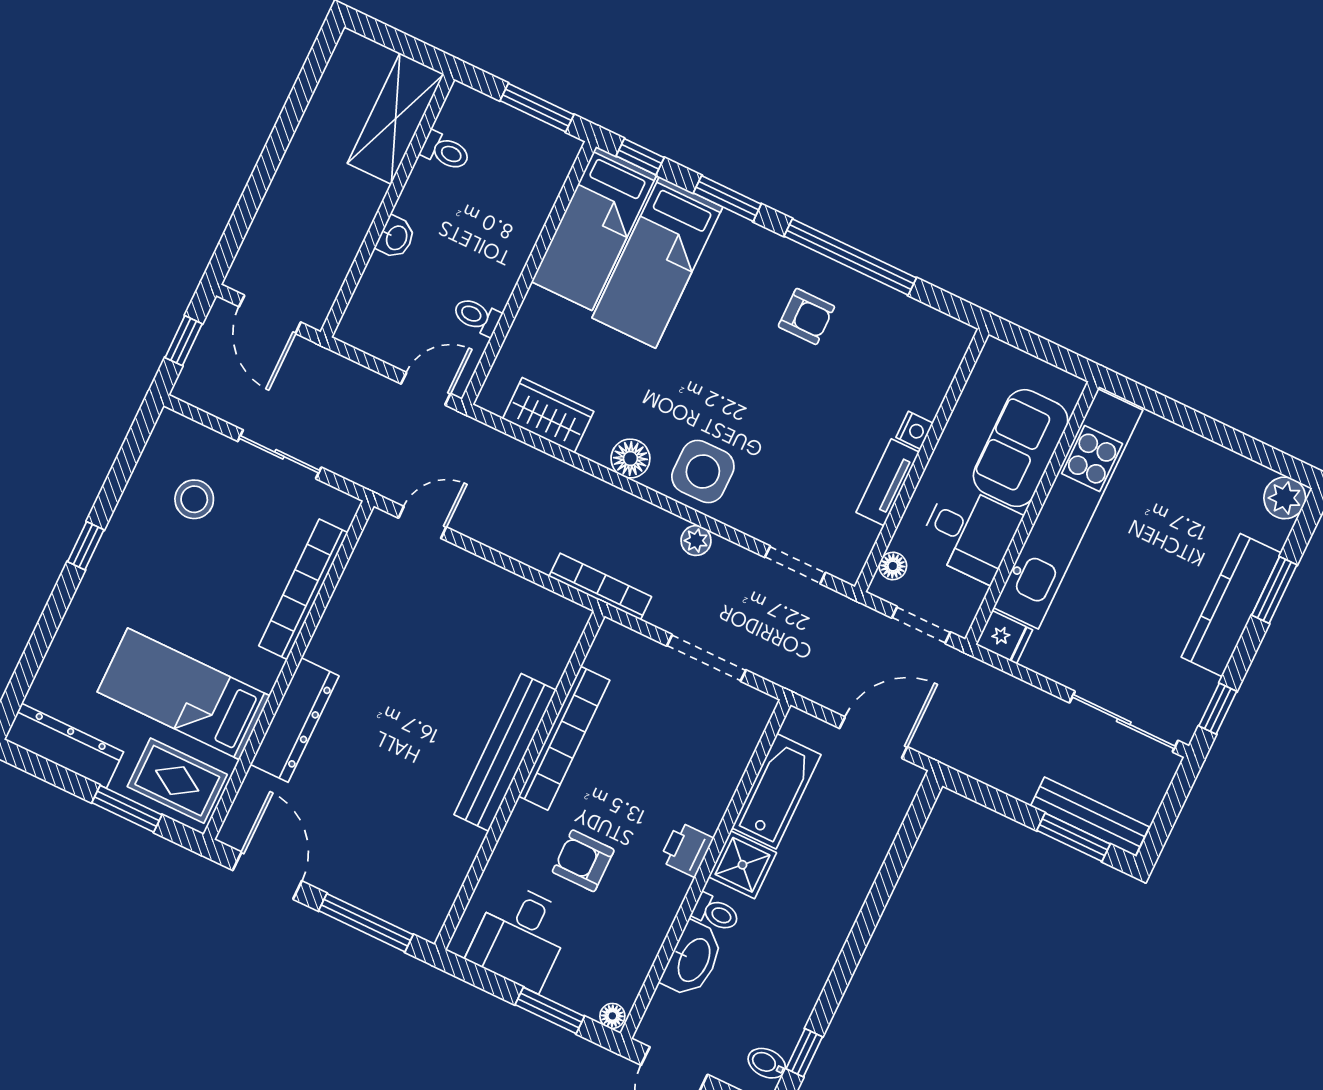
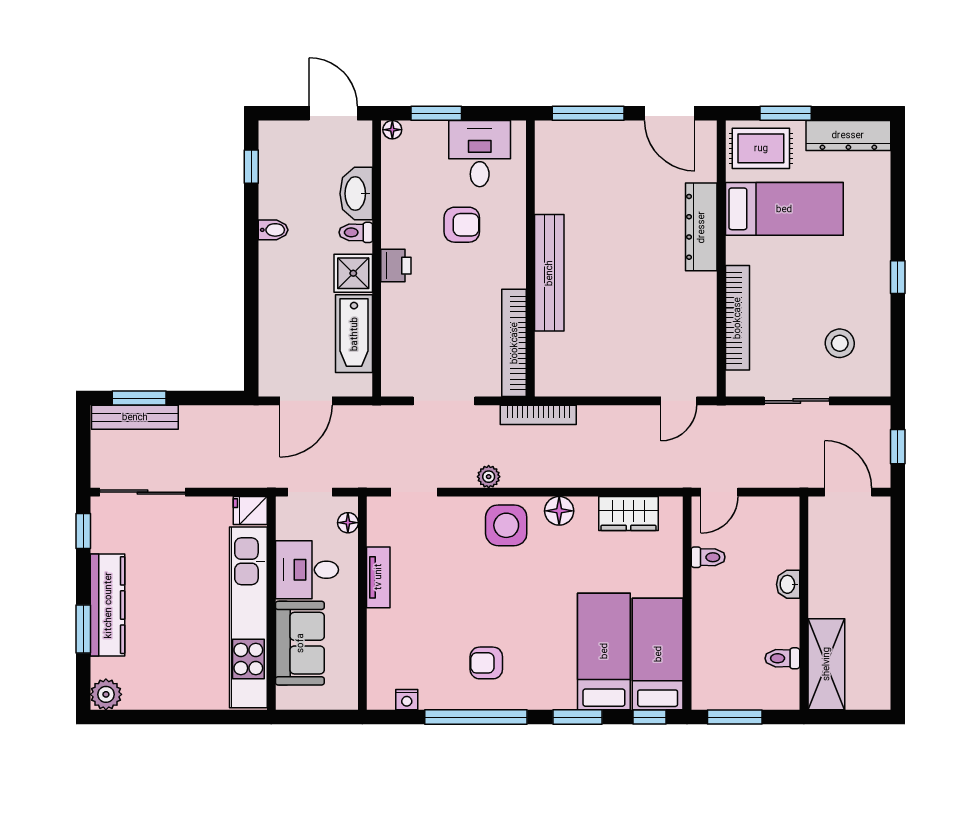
nightstand: (915, 430) -> (407, 700), moved, turned -90
bookcase: (564, 738) -> (514, 343), moved
bidet: (767, 1063) -> (273, 230), moved

